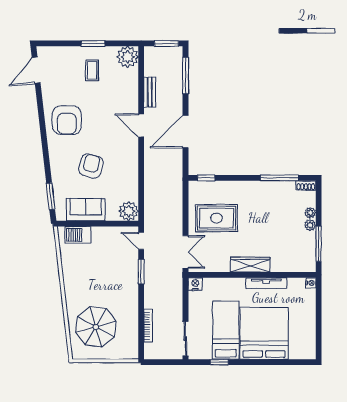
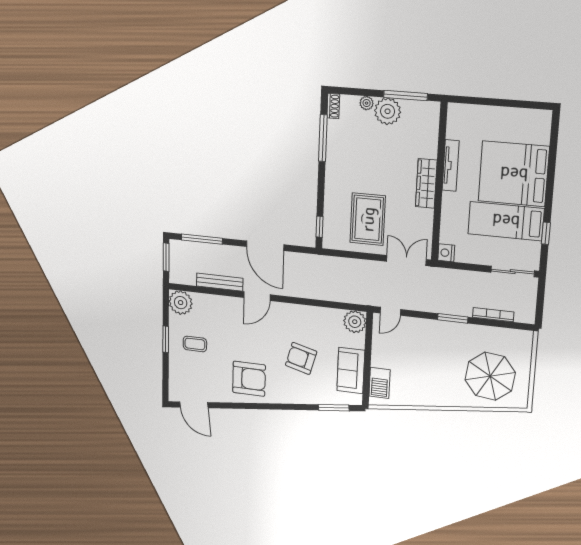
bench: (150, 92) -> (220, 282), width x1.36
plant: (310, 225) -> (388, 111), width x1.88, depth x1.88
window: (141, 272) -> (453, 318), moved
nightstand: (311, 283) -> (454, 109), removed

